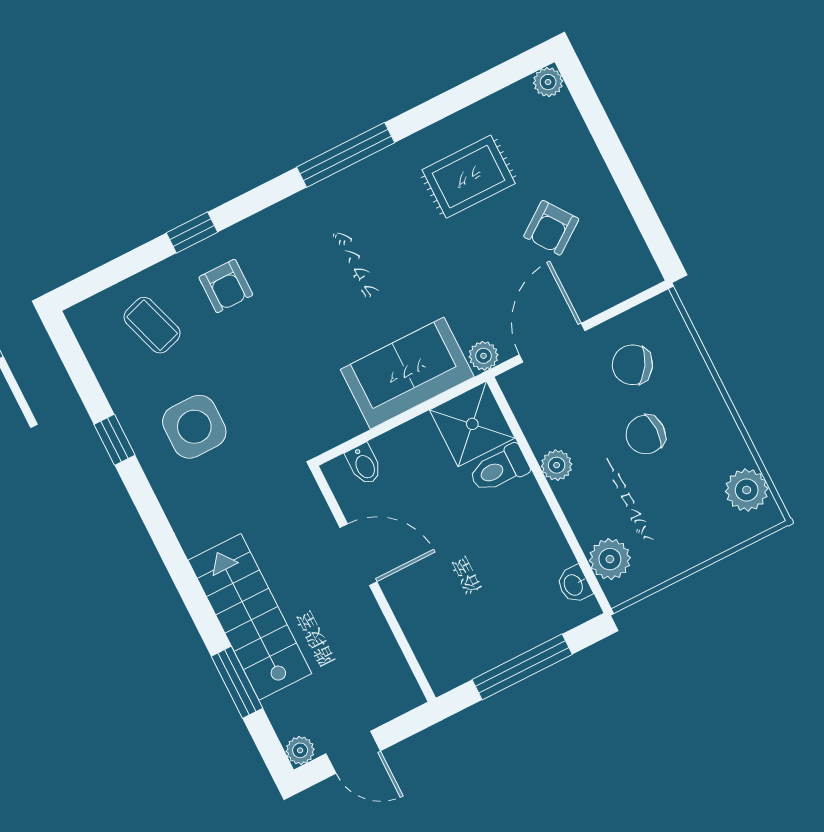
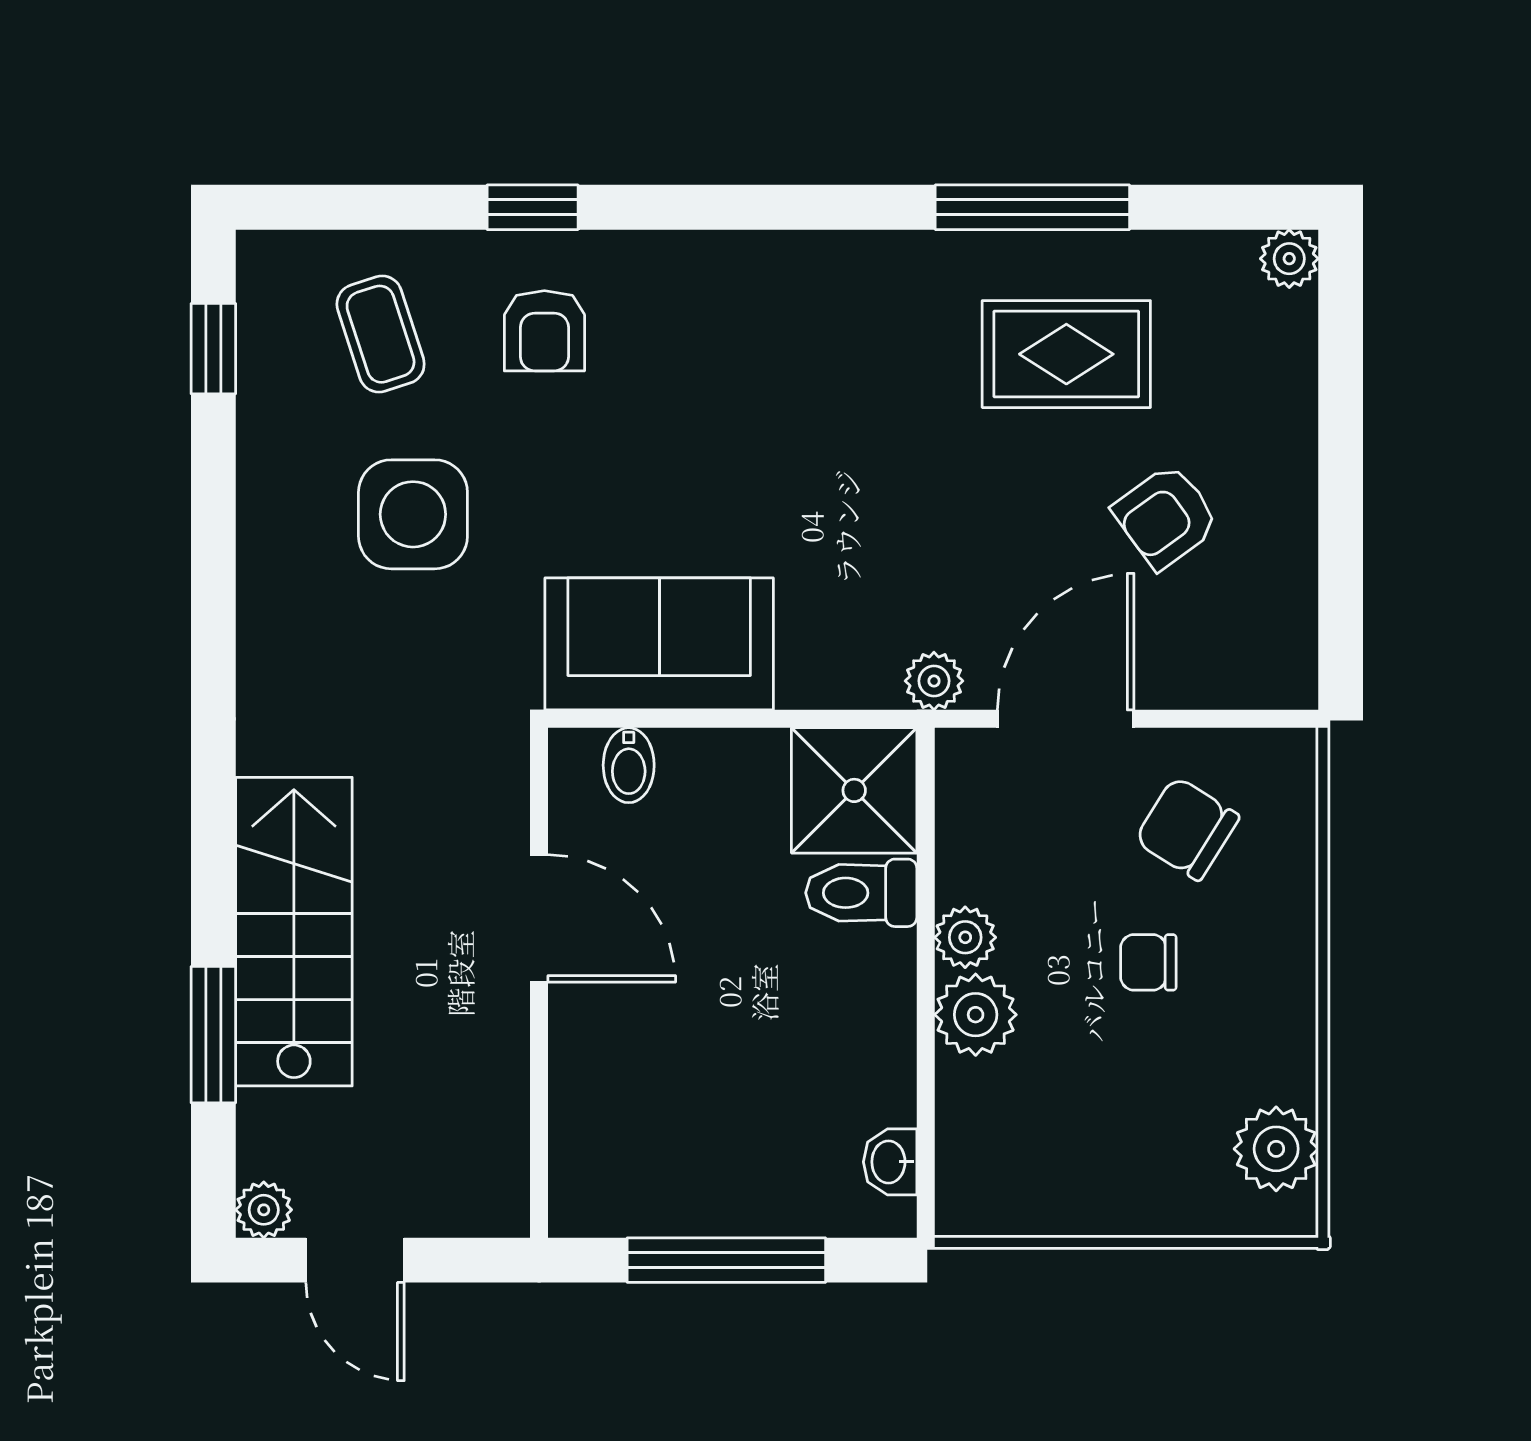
window: (346, 155) -> (1032, 207), moved
sofa: (407, 373) -> (659, 644), moved
side table: (194, 427) -> (413, 514), moved
chair: (646, 435) -> (1148, 962), width x0.73, depth x0.73
window: (115, 440) -> (213, 349), moved
plant: (610, 559) -> (976, 1015), moved

